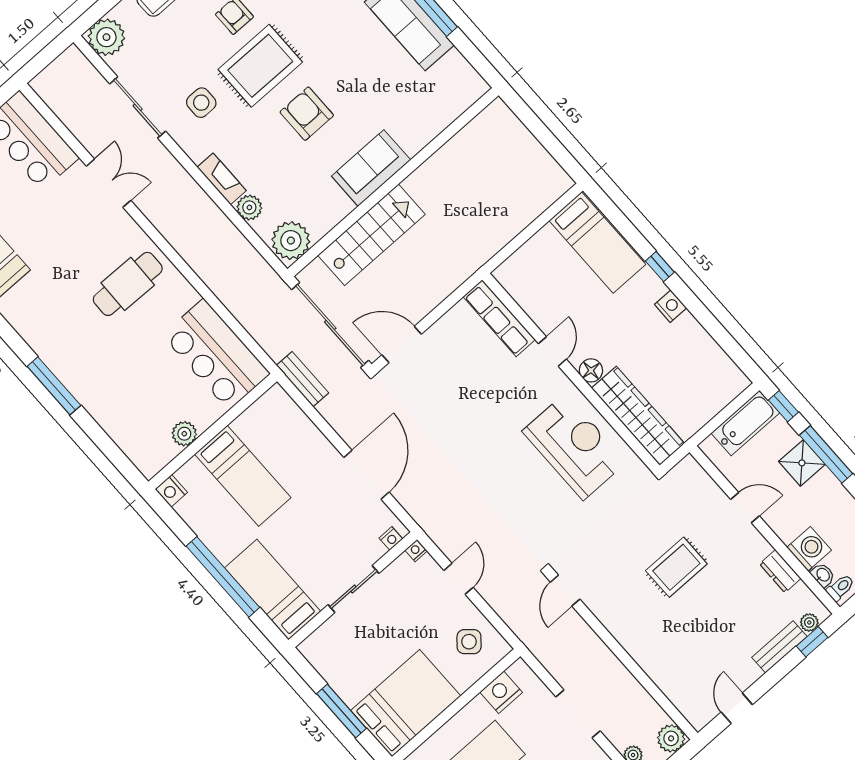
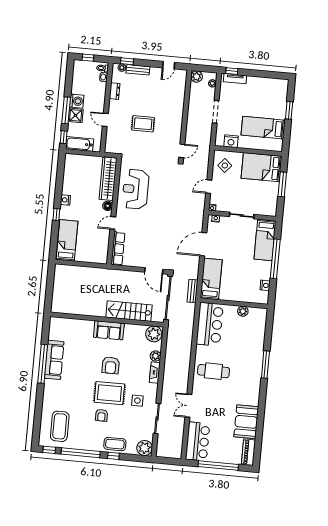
bed: (243, 476) -> (211, 279), moved
nightstand: (171, 491) -> (265, 285), moved
washing machine: (809, 549) -> (77, 101), moved, turned 180

